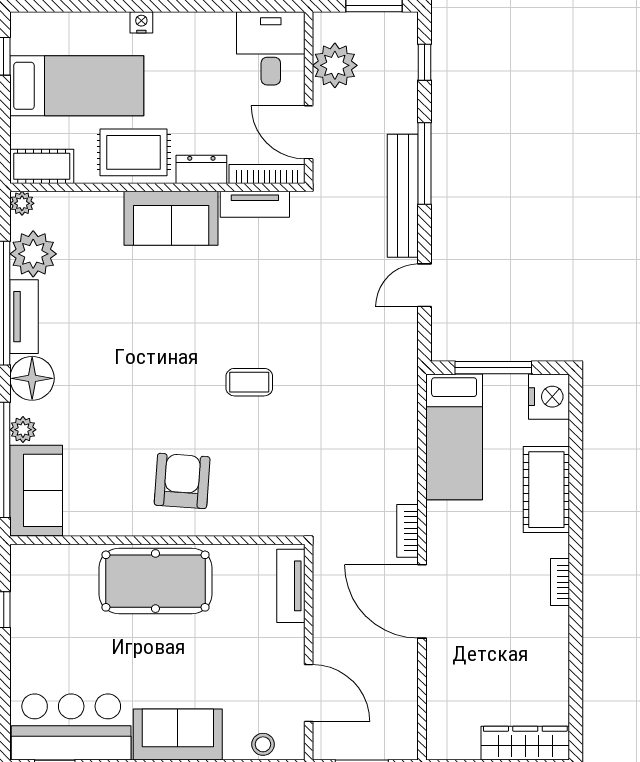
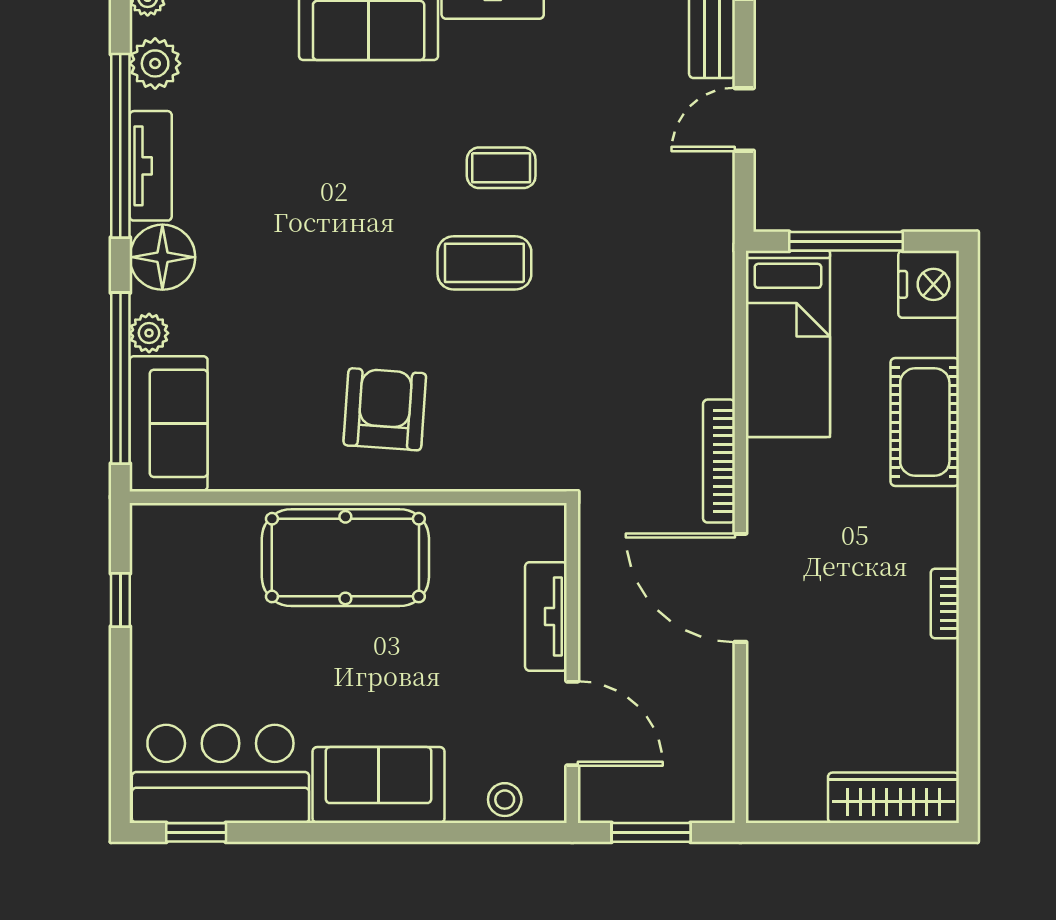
plant: (33, 254) -> (155, 63), width x0.73, depth x0.73
coffee table: (261, 318) -> (501, 168), added
coffee table: (249, 382) -> (484, 263), width x1.36, depth x1.30
bookcase: (408, 531) -> (719, 461), width x1.56
bookcase: (560, 582) -> (945, 604), moved
tv unit: (291, 586) -> (546, 616), moved

